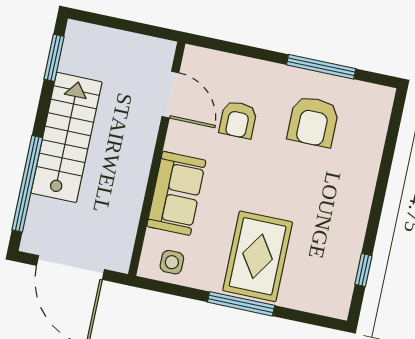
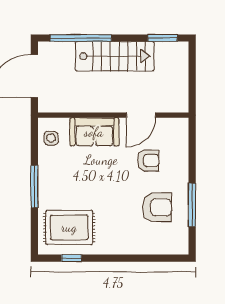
door: (170, 95) -> (141, 115), moved
armchair: (238, 120) -> (148, 160), turned 180
armchair: (313, 122) -> (157, 207), turned 180
rug: (258, 256) -> (69, 227), moved

